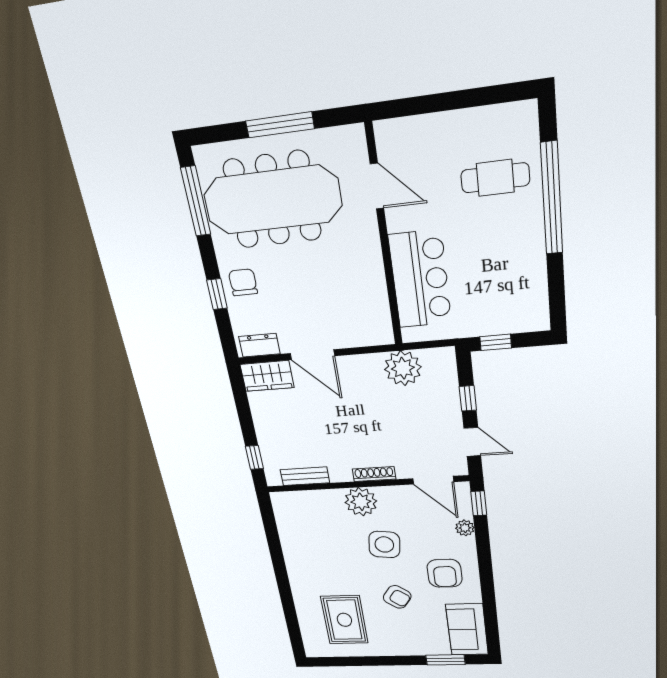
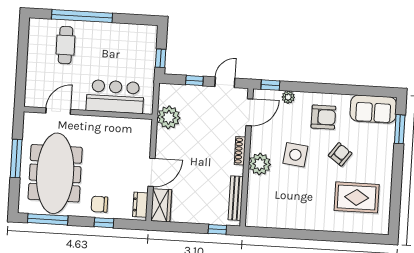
bench: (305, 476) -> (236, 198), width x1.36

